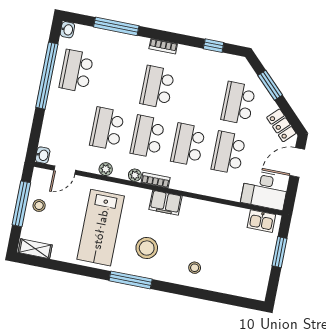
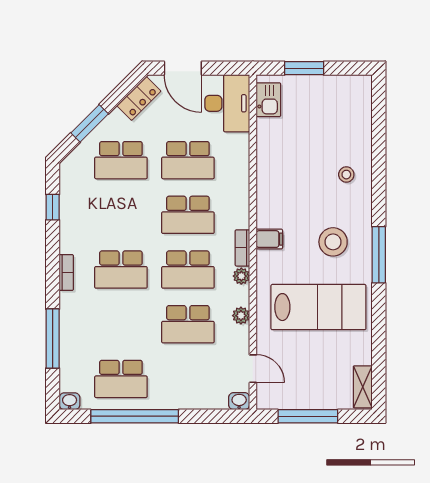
filing cabinet: (165, 203) -> (269, 239), width x0.50
stool: (39, 206) -> (306, 393), removed

